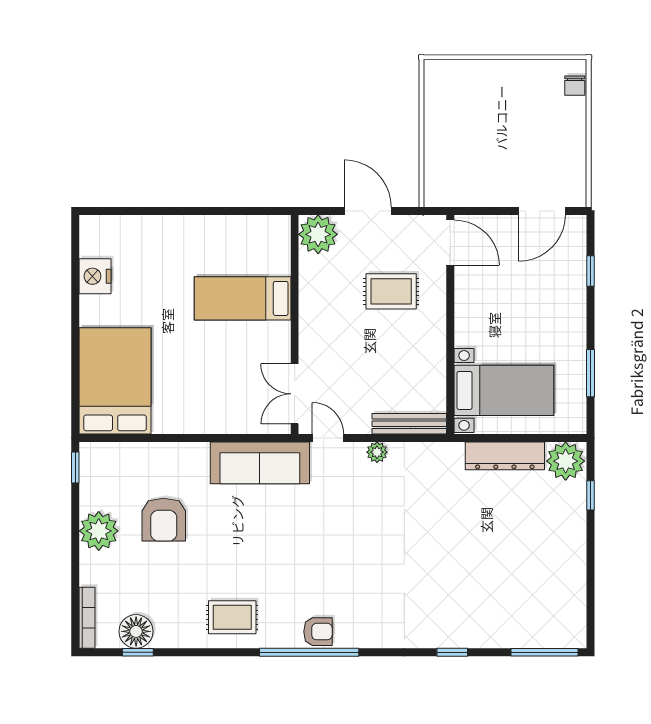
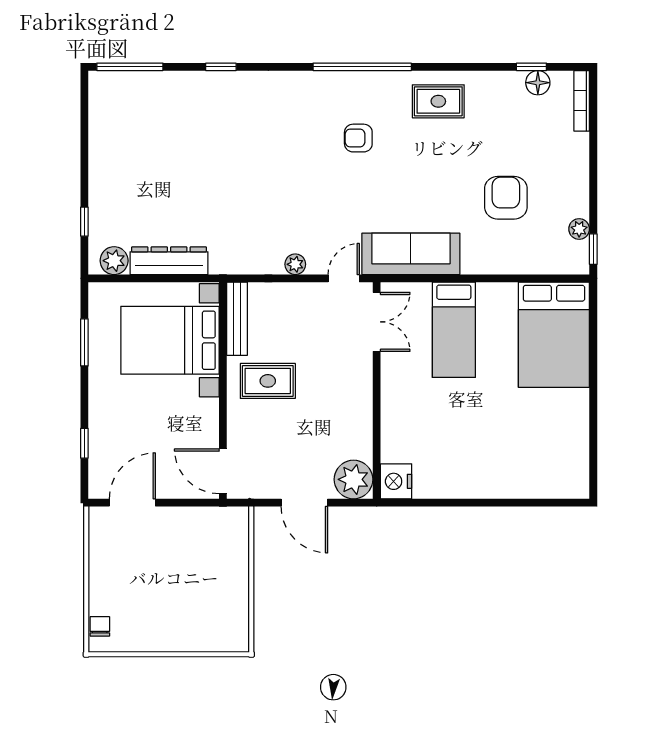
nightstand: (95, 276) -> (396, 481), moved, turned 180
rug: (391, 291) -> (268, 381), moved
bed: (243, 298) -> (454, 330), moved, turned 90
bed with nightstands: (504, 390) -> (170, 340), width x1.36
bench: (409, 424) -> (237, 319), moved, turned 90
door: (328, 438) -> (344, 278), swing flipped
plant: (566, 461) -> (114, 261), width x0.73, depth x0.73
plant: (99, 531) -> (579, 229), moved, width x0.53, depth x0.53
floor lamp: (136, 631) -> (538, 83), width x0.73, depth x0.73
armchair: (318, 632) -> (358, 138), moved

